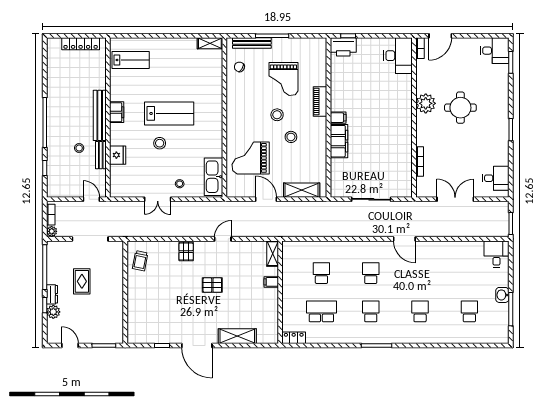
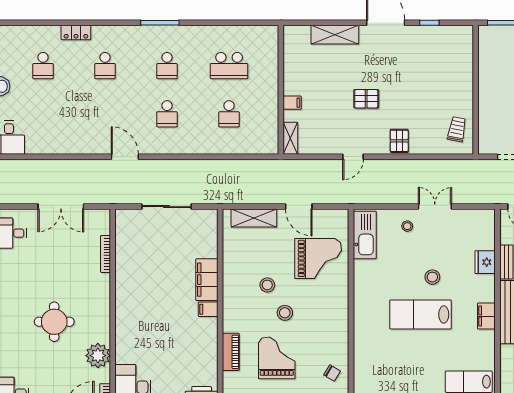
piano: (320, 102) -> (231, 352), moved
plant: (426, 103) -> (98, 356), moved
locker: (294, 338) -> (76, 32), moved

